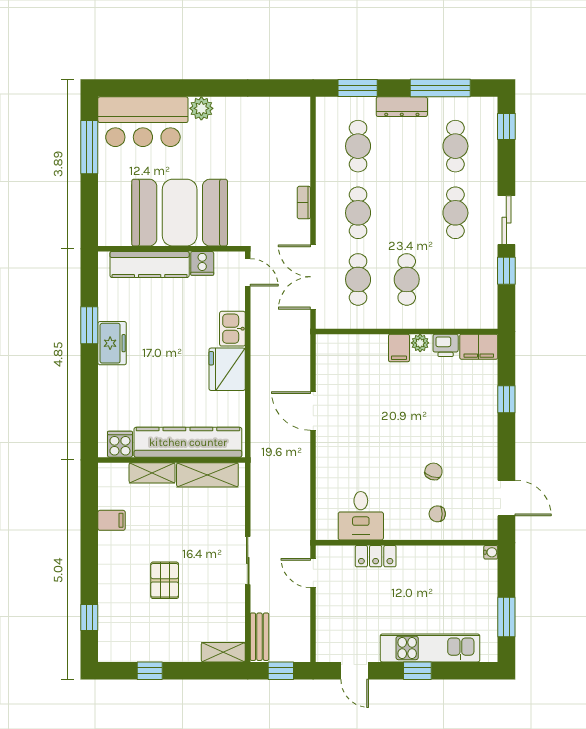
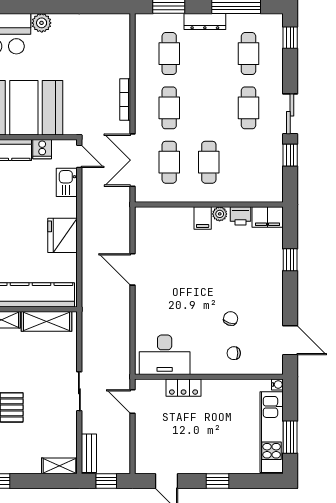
bookcase: (304, 203) -> (125, 100), width x1.56
kitchen sink: (232, 329) -> (67, 182), moved
desk: (361, 516) -> (165, 355), width x1.37
kitchen unit: (430, 648) -> (272, 432), moved, turned -90

